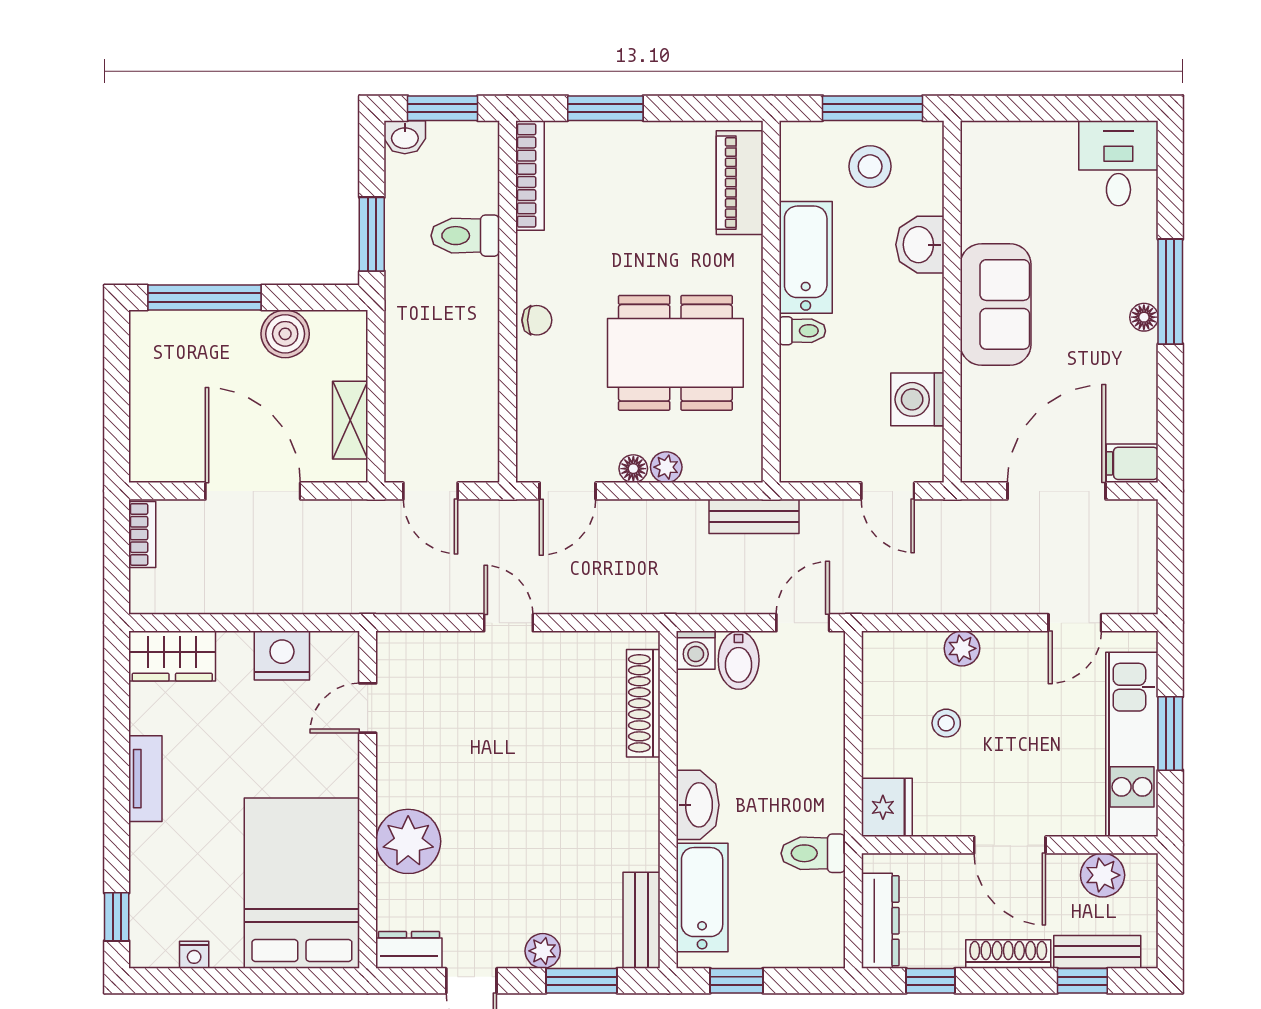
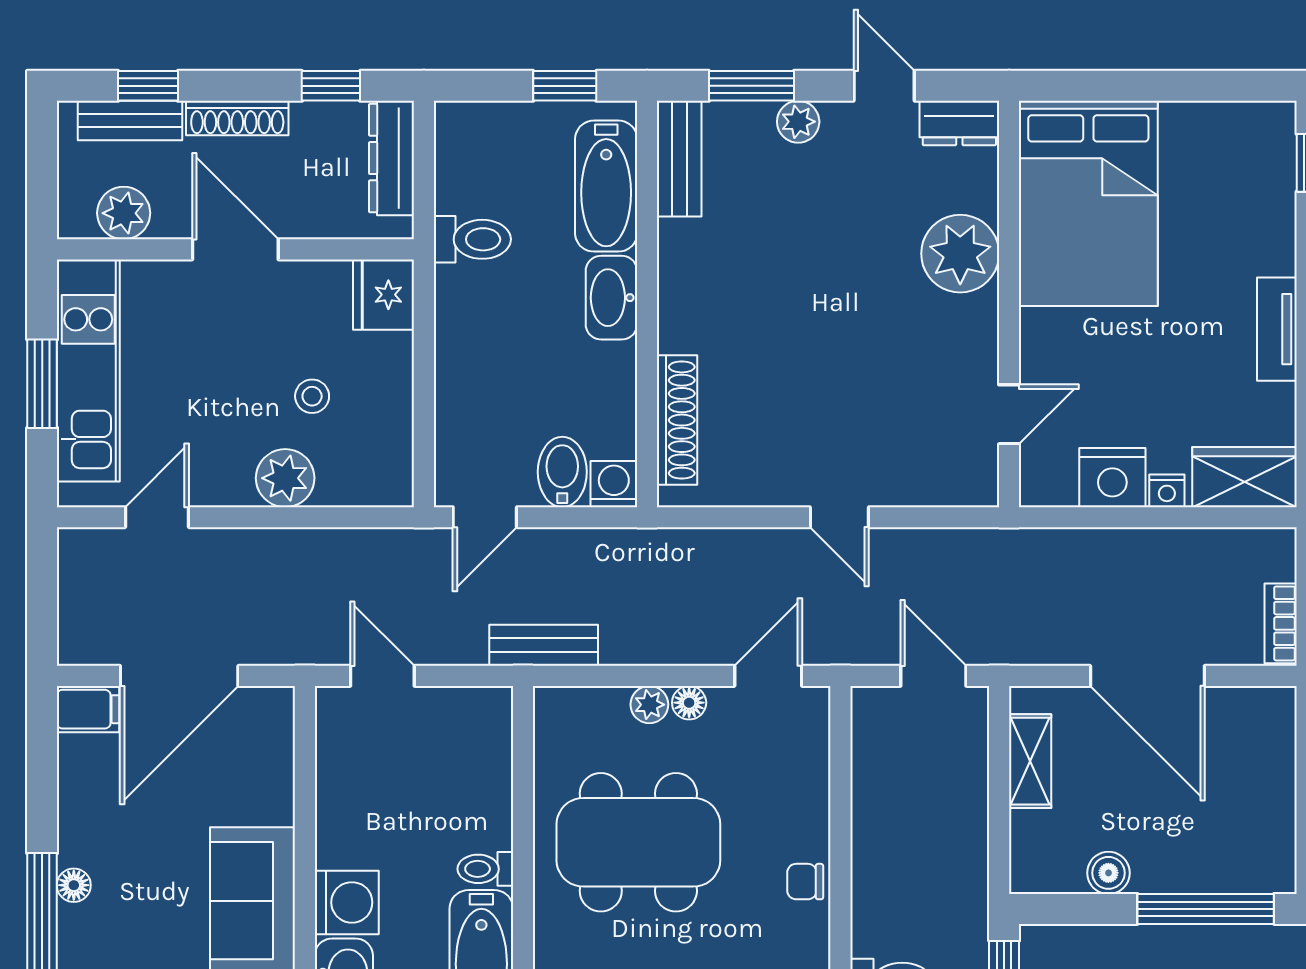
boiler: (285, 334) -> (1108, 873), width x0.73, depth x0.73
washing machine: (917, 399) -> (347, 902), moved
plant: (962, 648) -> (285, 478), width x1.38, depth x1.38
nightstand: (194, 955) -> (1167, 491), moved, turned 180

